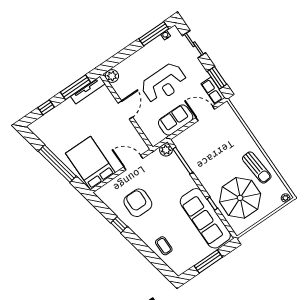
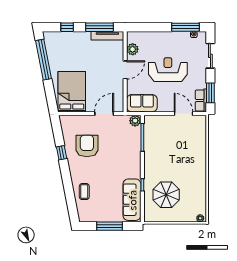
plant: (112, 76) -> (133, 49), moved
reception desk: (164, 83) -> (168, 70), turned 180
sofa: (176, 120) -> (142, 103), moved
door: (133, 163) -> (104, 114), hinge flipped
window: (57, 164) -> (44, 60), moved
sun lounger: (257, 167) -> (194, 181), removed
parasol: (240, 198) -> (166, 195), width x0.73, depth x0.73
sofa: (205, 218) -> (132, 200), width x0.74, depth x0.79

